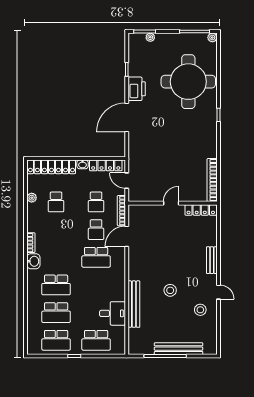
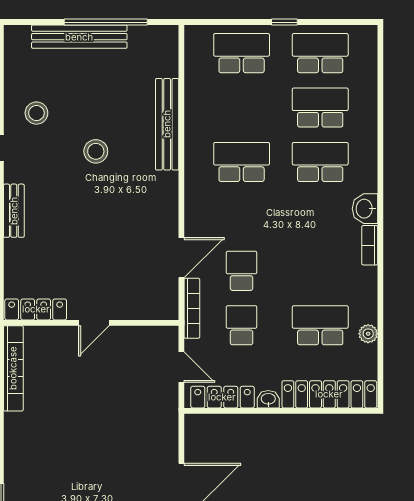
school desk: (56, 202) -> (320, 325), width x1.85
school desk: (96, 257) -> (242, 162), moved
desk: (112, 313) -> (209, 106), removed

